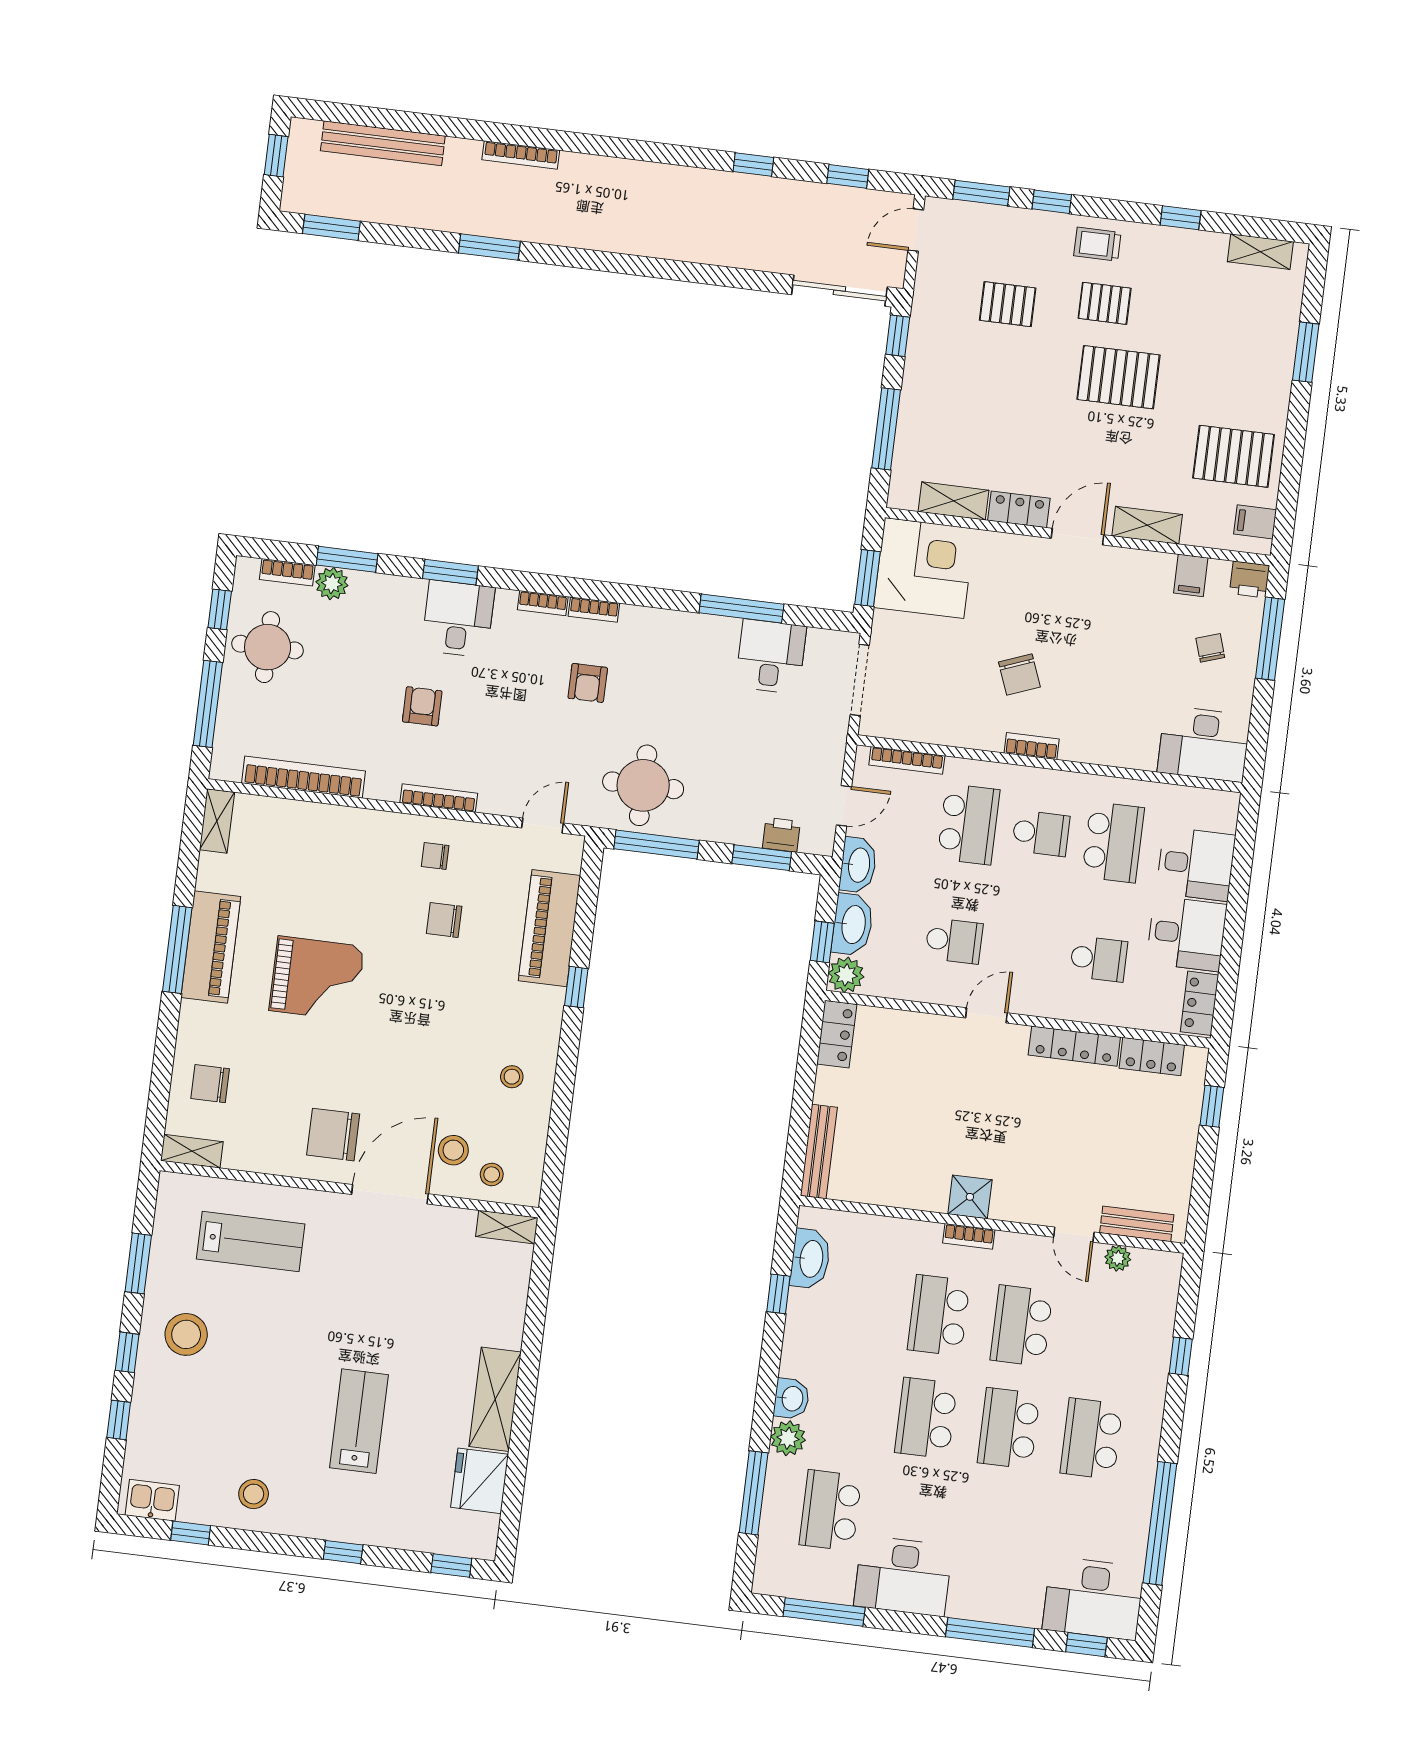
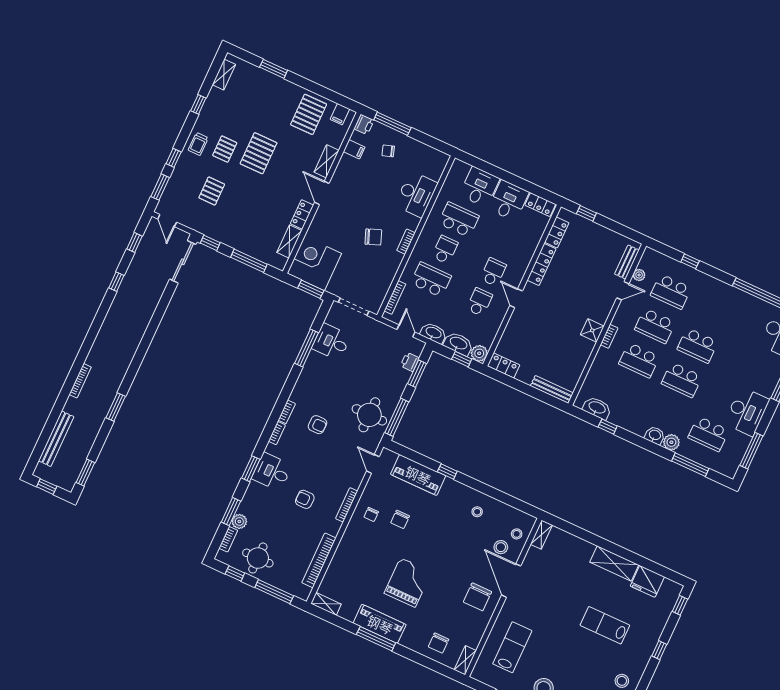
desk: (1204, 744) -> (416, 194), moved
school desk: (1099, 959) -> (493, 272), moved
school desk: (1092, 1439) -> (671, 292), moved

